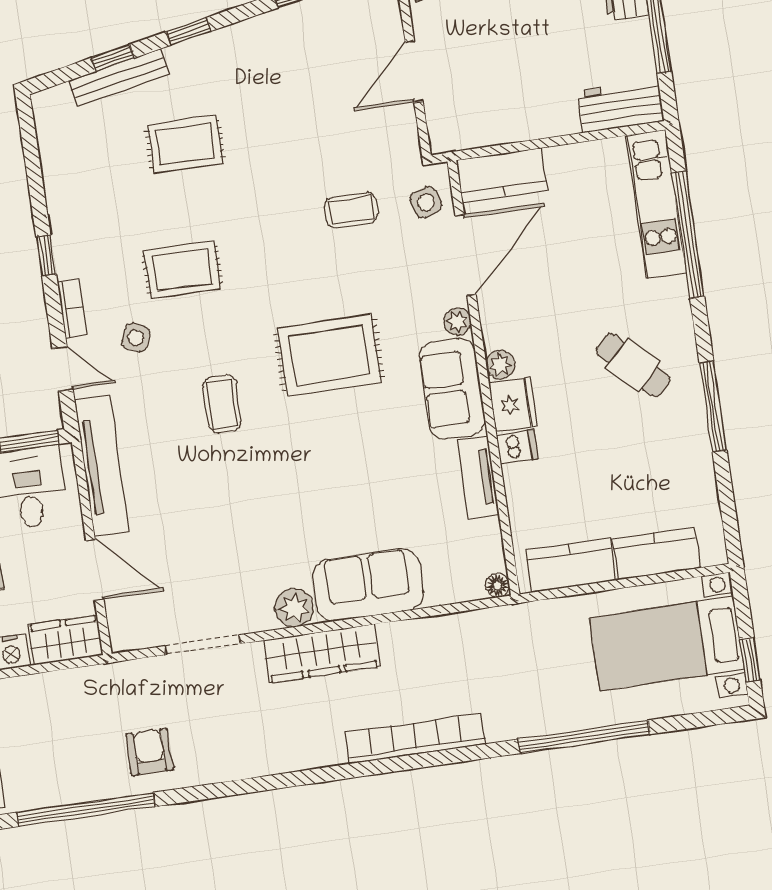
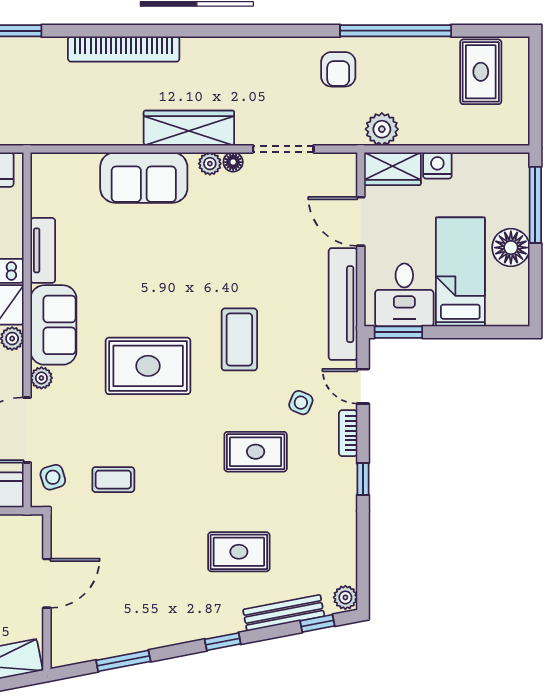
window: (113, 58) -> (317, 623), moved
plant: (46, 107) -> (345, 597), added
coffee table: (222, 404) -> (239, 339), width x1.36, depth x1.30
floor lamp: (497, 585) -> (233, 162), moved
plant: (294, 608) -> (210, 164), width x0.73, depth x0.73
plant: (85, 687) -> (382, 129), added

